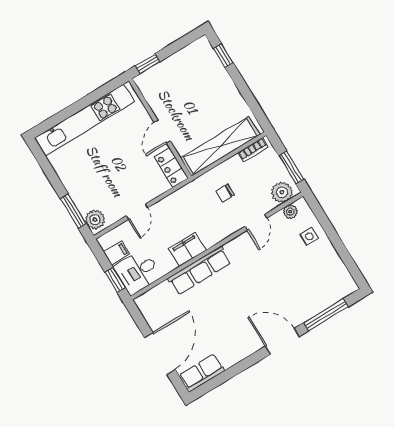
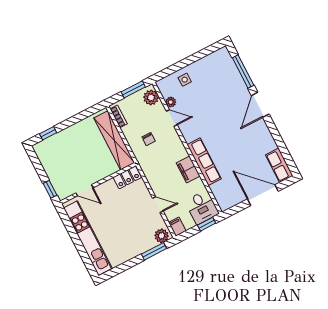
door: (162, 132) -> (85, 190), moved
plant: (290, 212) -> (171, 102), moved
filing cabinet: (117, 253) -> (177, 227), moved

